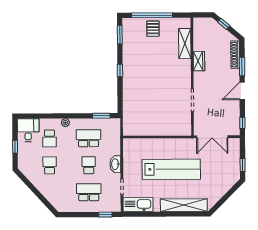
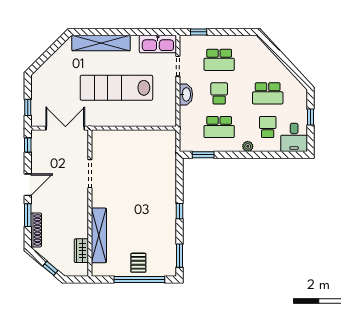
shelving: (185, 43) -> (99, 235), width x1.47
wardrobe: (199, 61) -> (81, 251), moved
school desk: (50, 165) -> (268, 93), width x1.85
school desk: (89, 165) -> (219, 93), turned 180
window: (243, 165) -> (28, 107), moved

